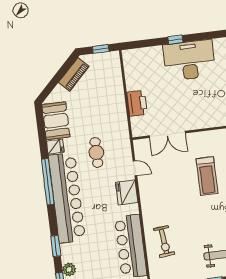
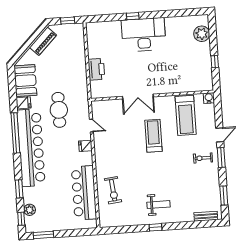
double door: (167, 134) -> (138, 97), moved
cafe table: (96, 152) -> (59, 110), width x1.37, depth x1.35
treadmill: (207, 176) -> (153, 136), turned 180
fridge: (127, 192) -> (85, 146), width x0.53, depth x0.75

